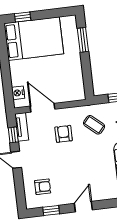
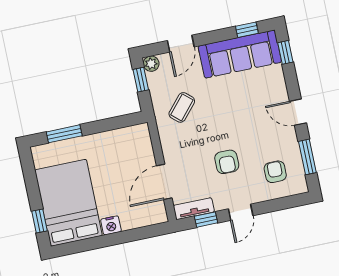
nightstand: (18, 93) -> (111, 225), moved
armchair: (64, 134) -> (227, 162), moved, turned -90
window: (51, 211) -> (307, 157), width x1.50

